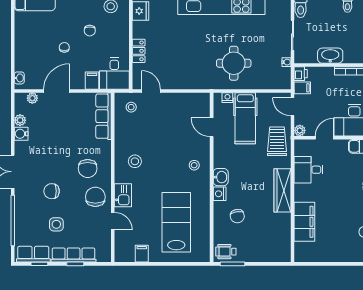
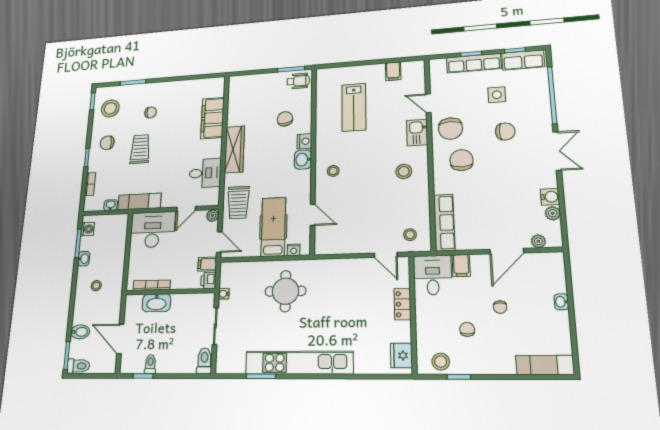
washbasin: (330, 56) -> (156, 303), moved
washbasin: (19, 78) -> (561, 302), moved
lab bench: (176, 222) -> (354, 107), width x0.73, depth x0.72

